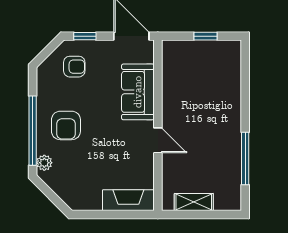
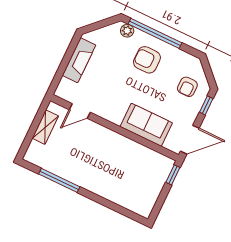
window: (206, 36) -> (173, 175), moved
door: (158, 140) -> (80, 111), moved
fireplace: (128, 200) -> (79, 60), moved

